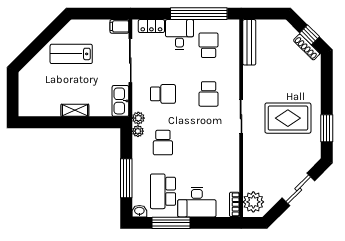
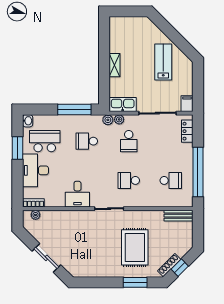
desk: (179, 34) -> (77, 194), moved, turned 90
bench: (249, 42) -> (179, 216), width x0.73
rug: (288, 118) -> (135, 247), moved
window: (327, 128) -> (135, 282), moved
plant: (138, 131) -> (119, 119), moved
window: (126, 178) -> (74, 109), moved
plant: (253, 202) -> (36, 215), width x0.53, depth x0.53
window: (171, 223) -> (17, 148), width x0.69

